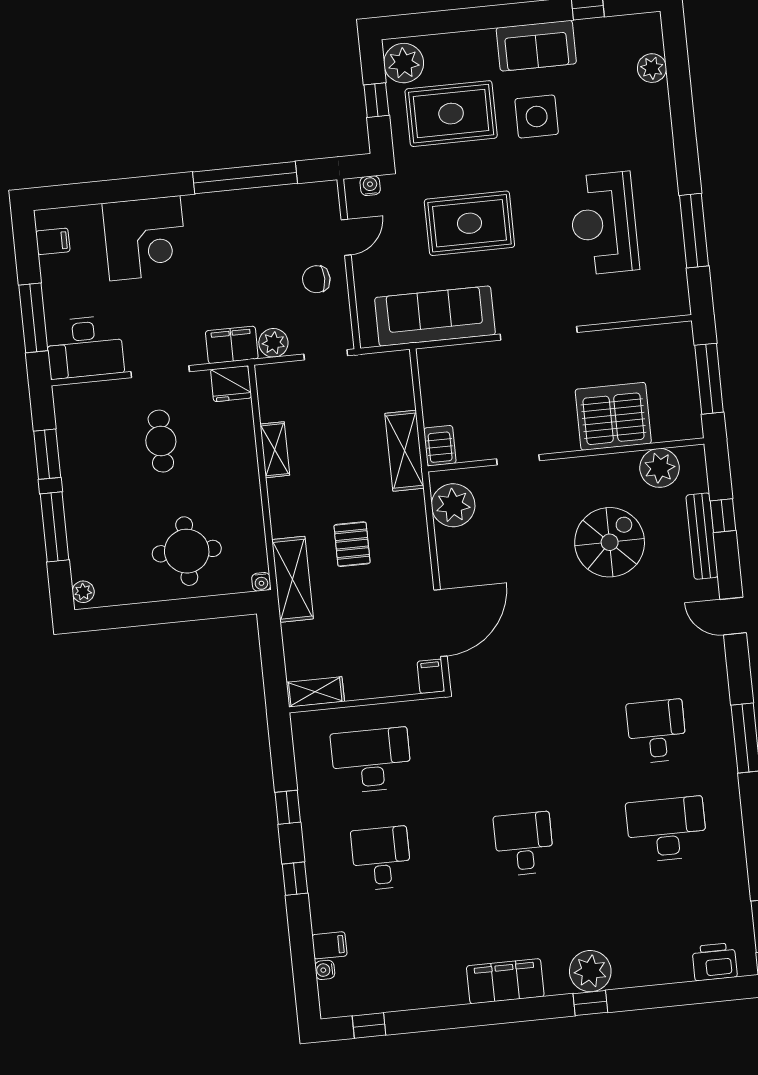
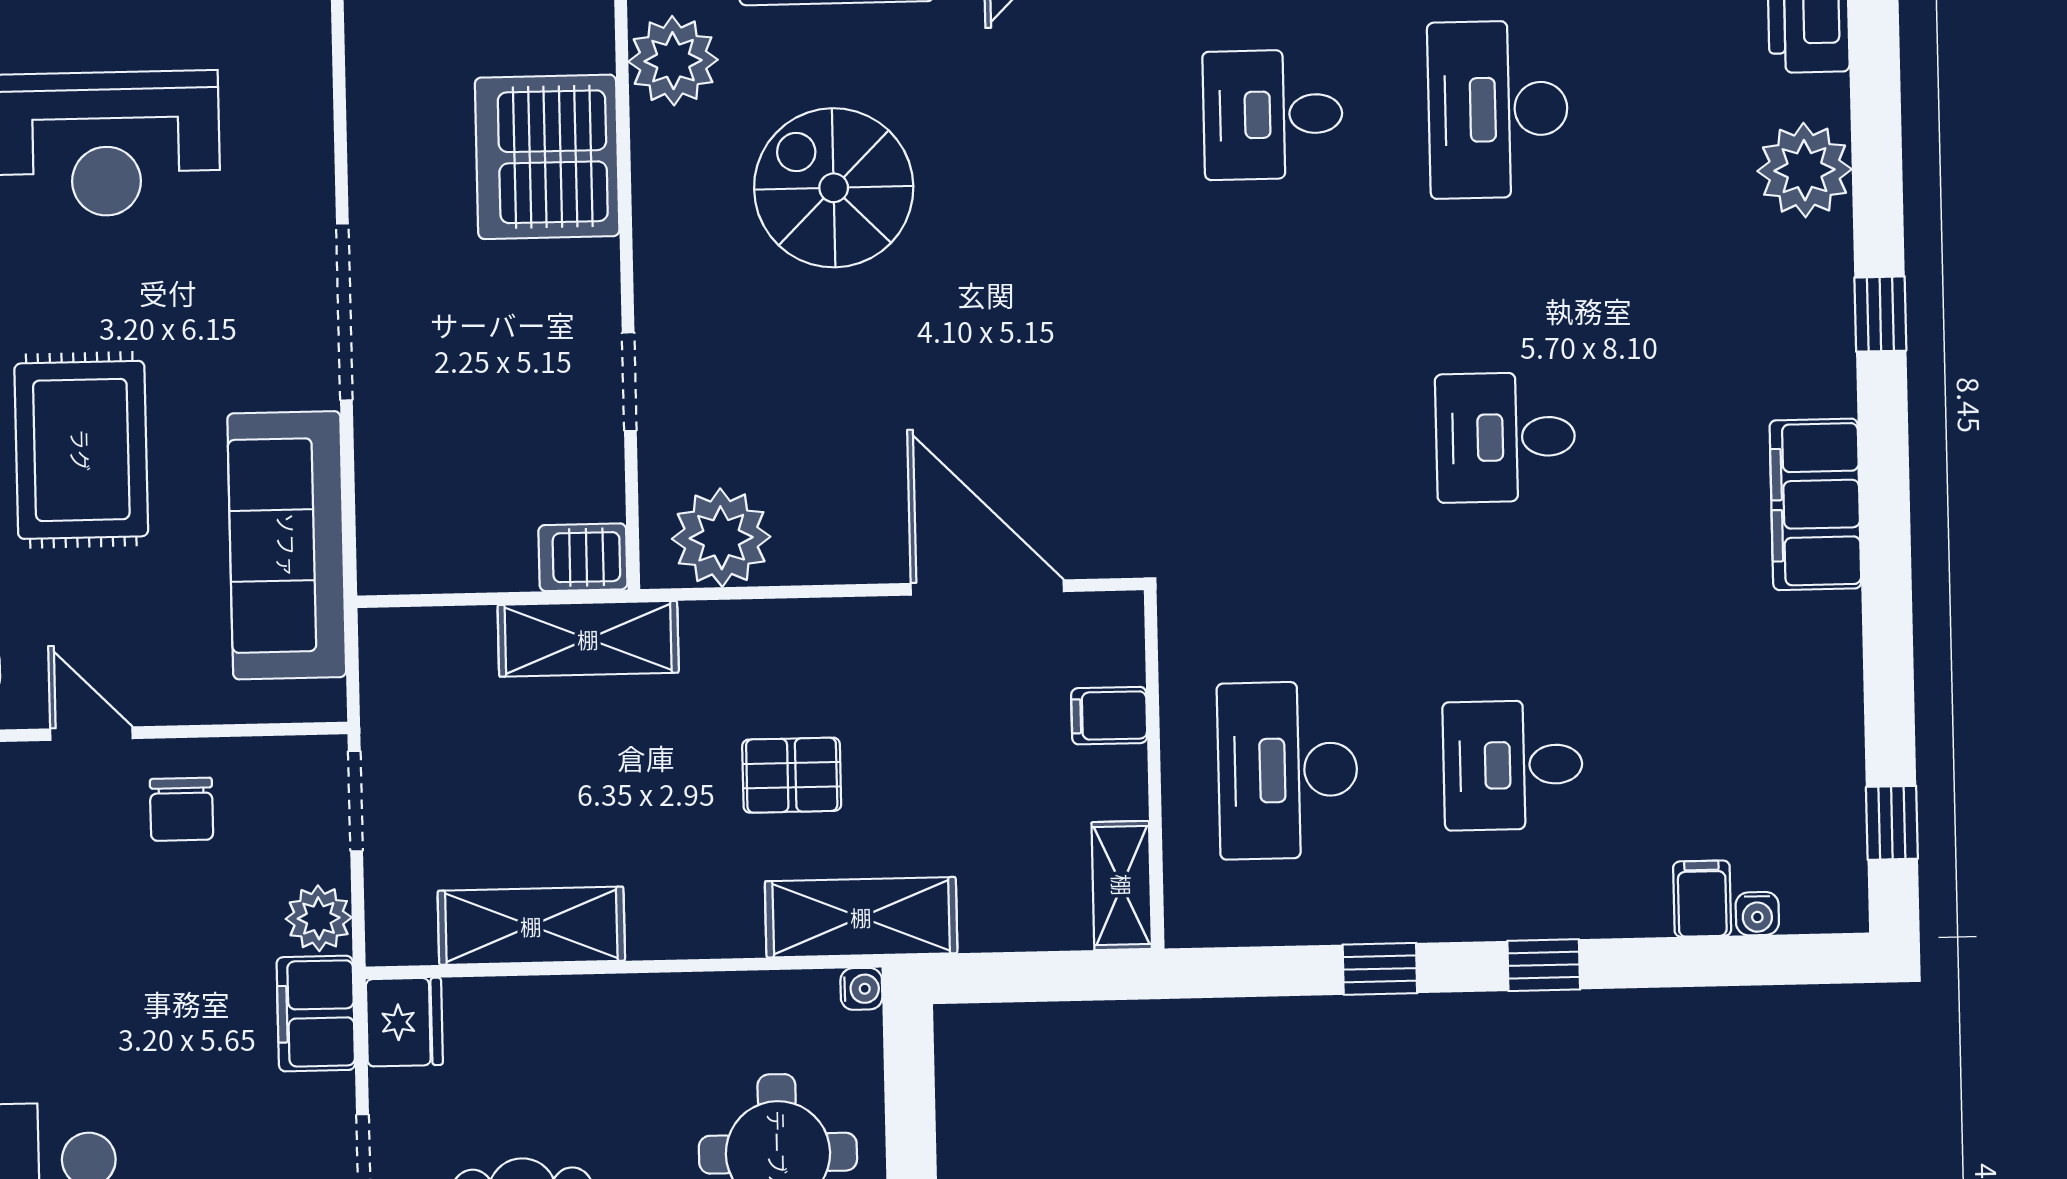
shelving: (275, 450) -> (531, 926), width x1.50, depth x1.33
filing cabinet: (431, 676) -> (1109, 716), moved
plant: (590, 971) -> (1805, 170), moved

